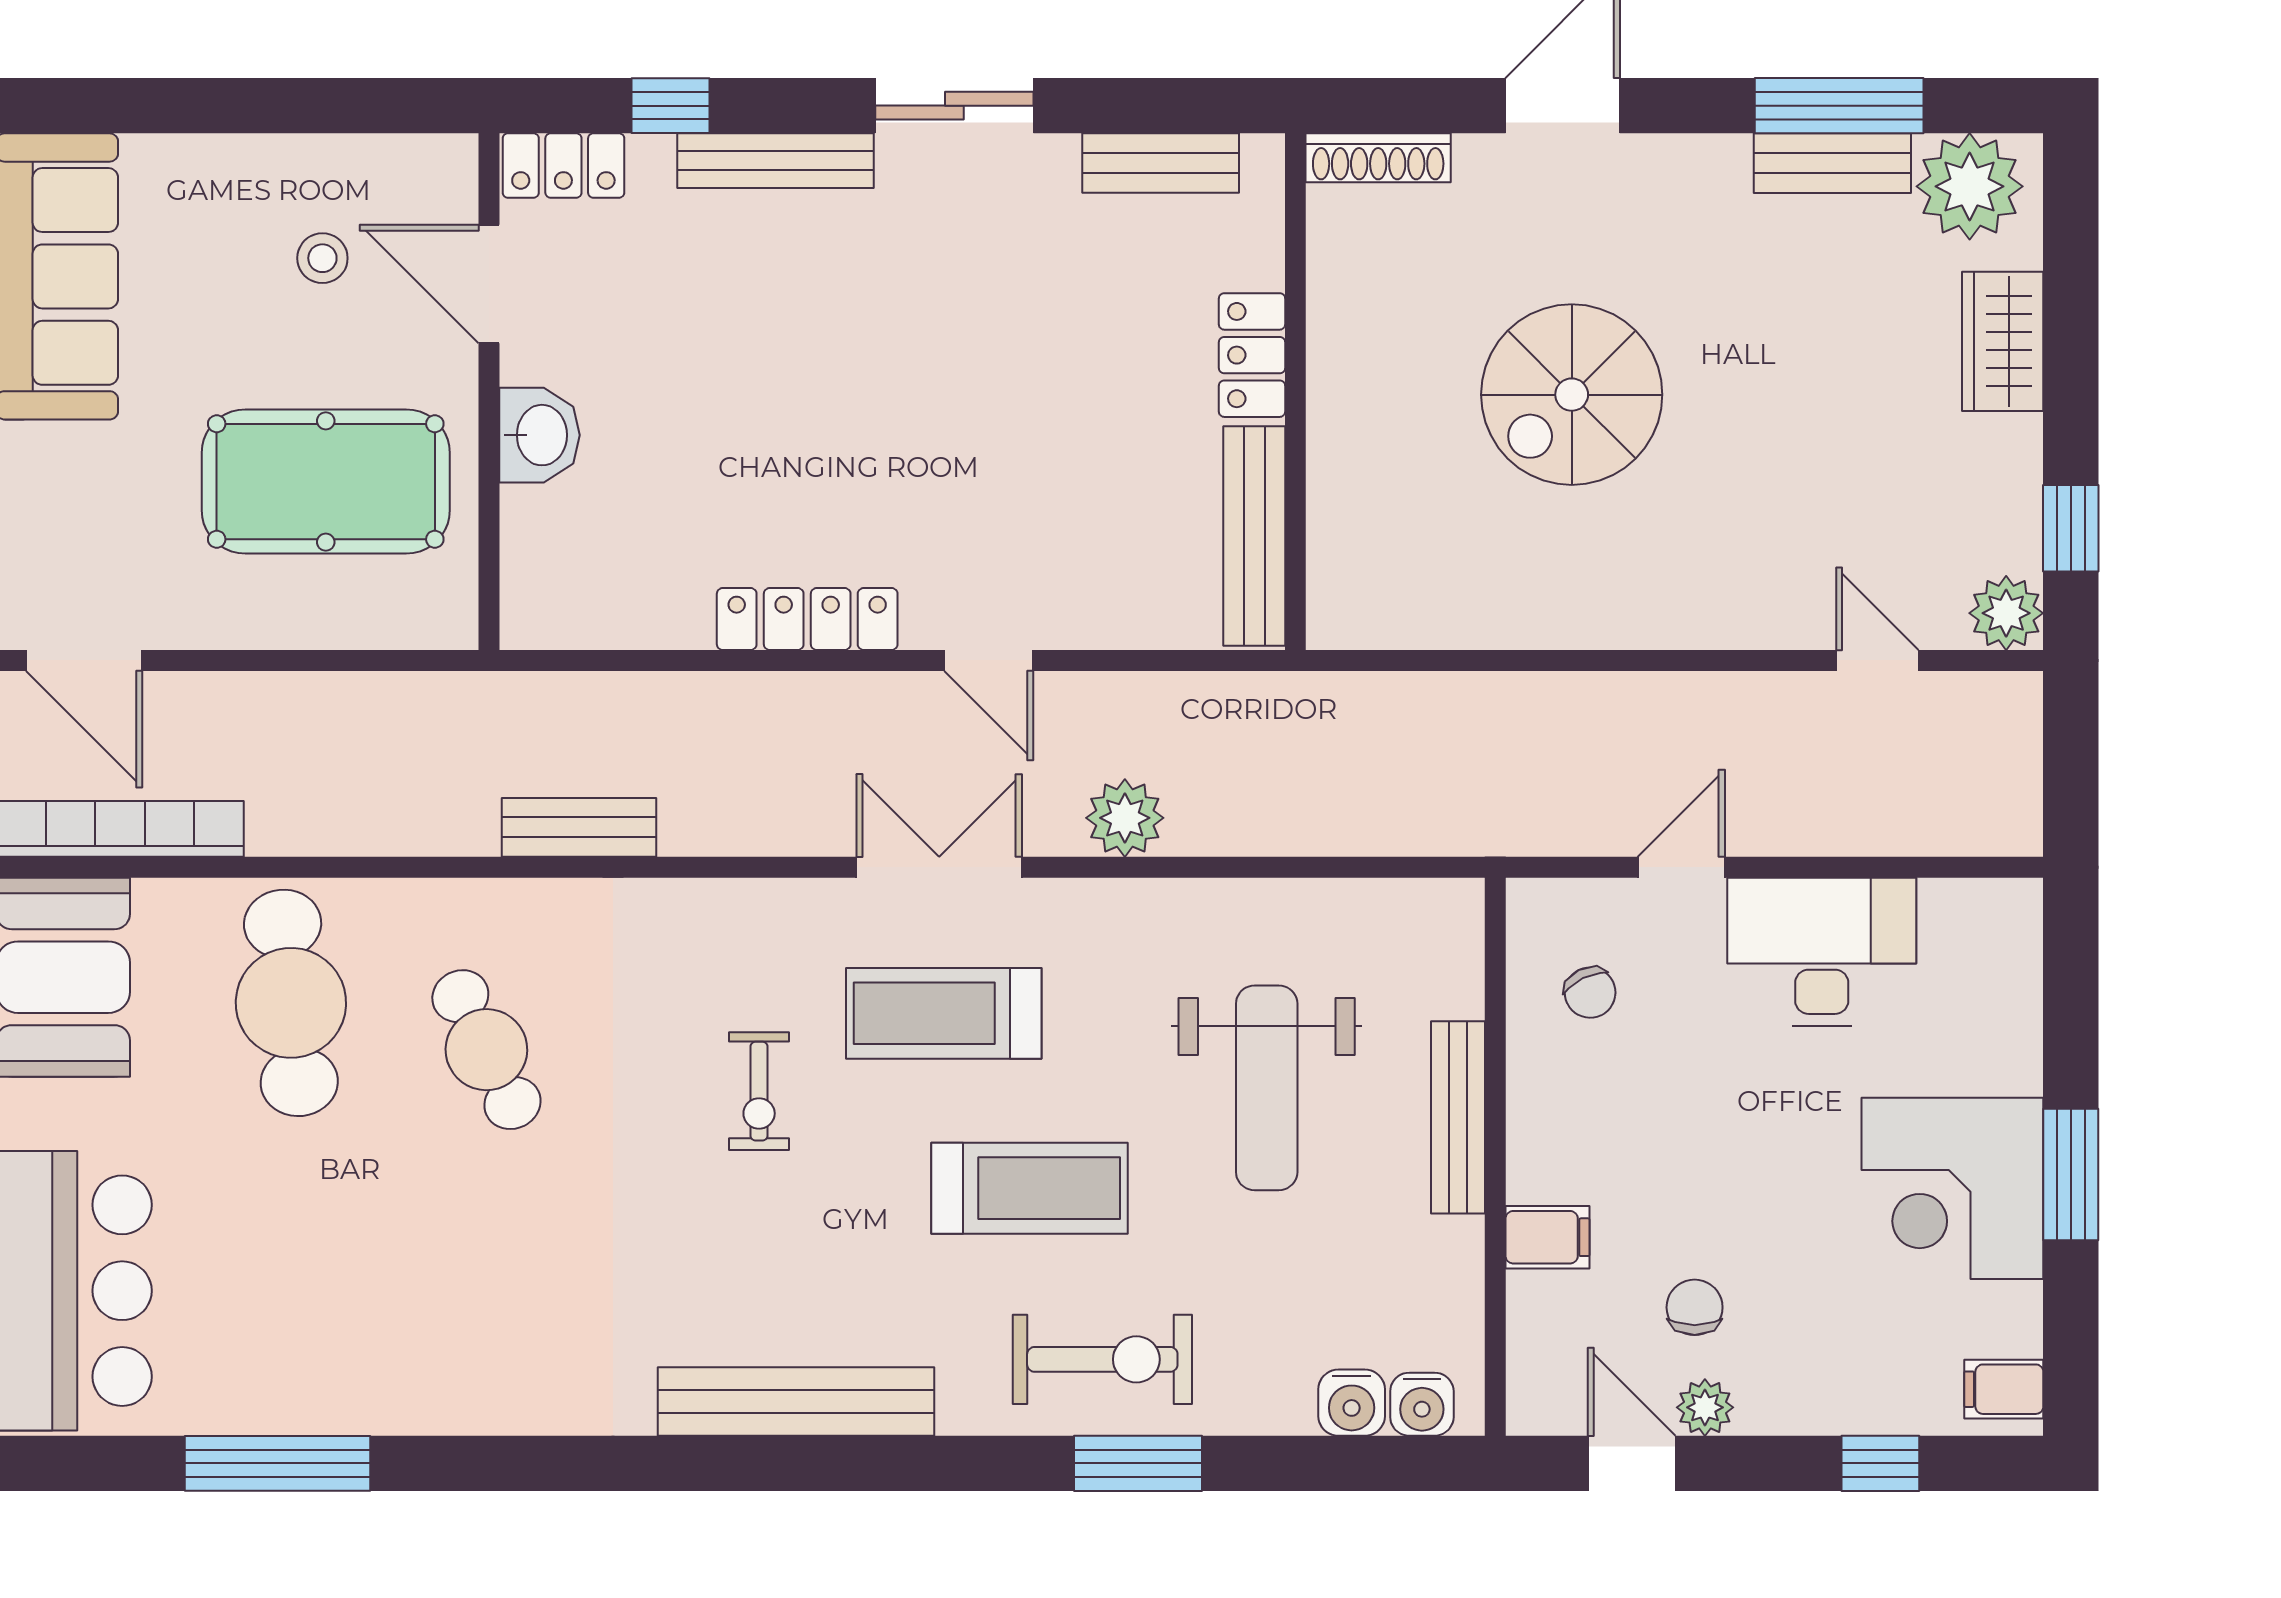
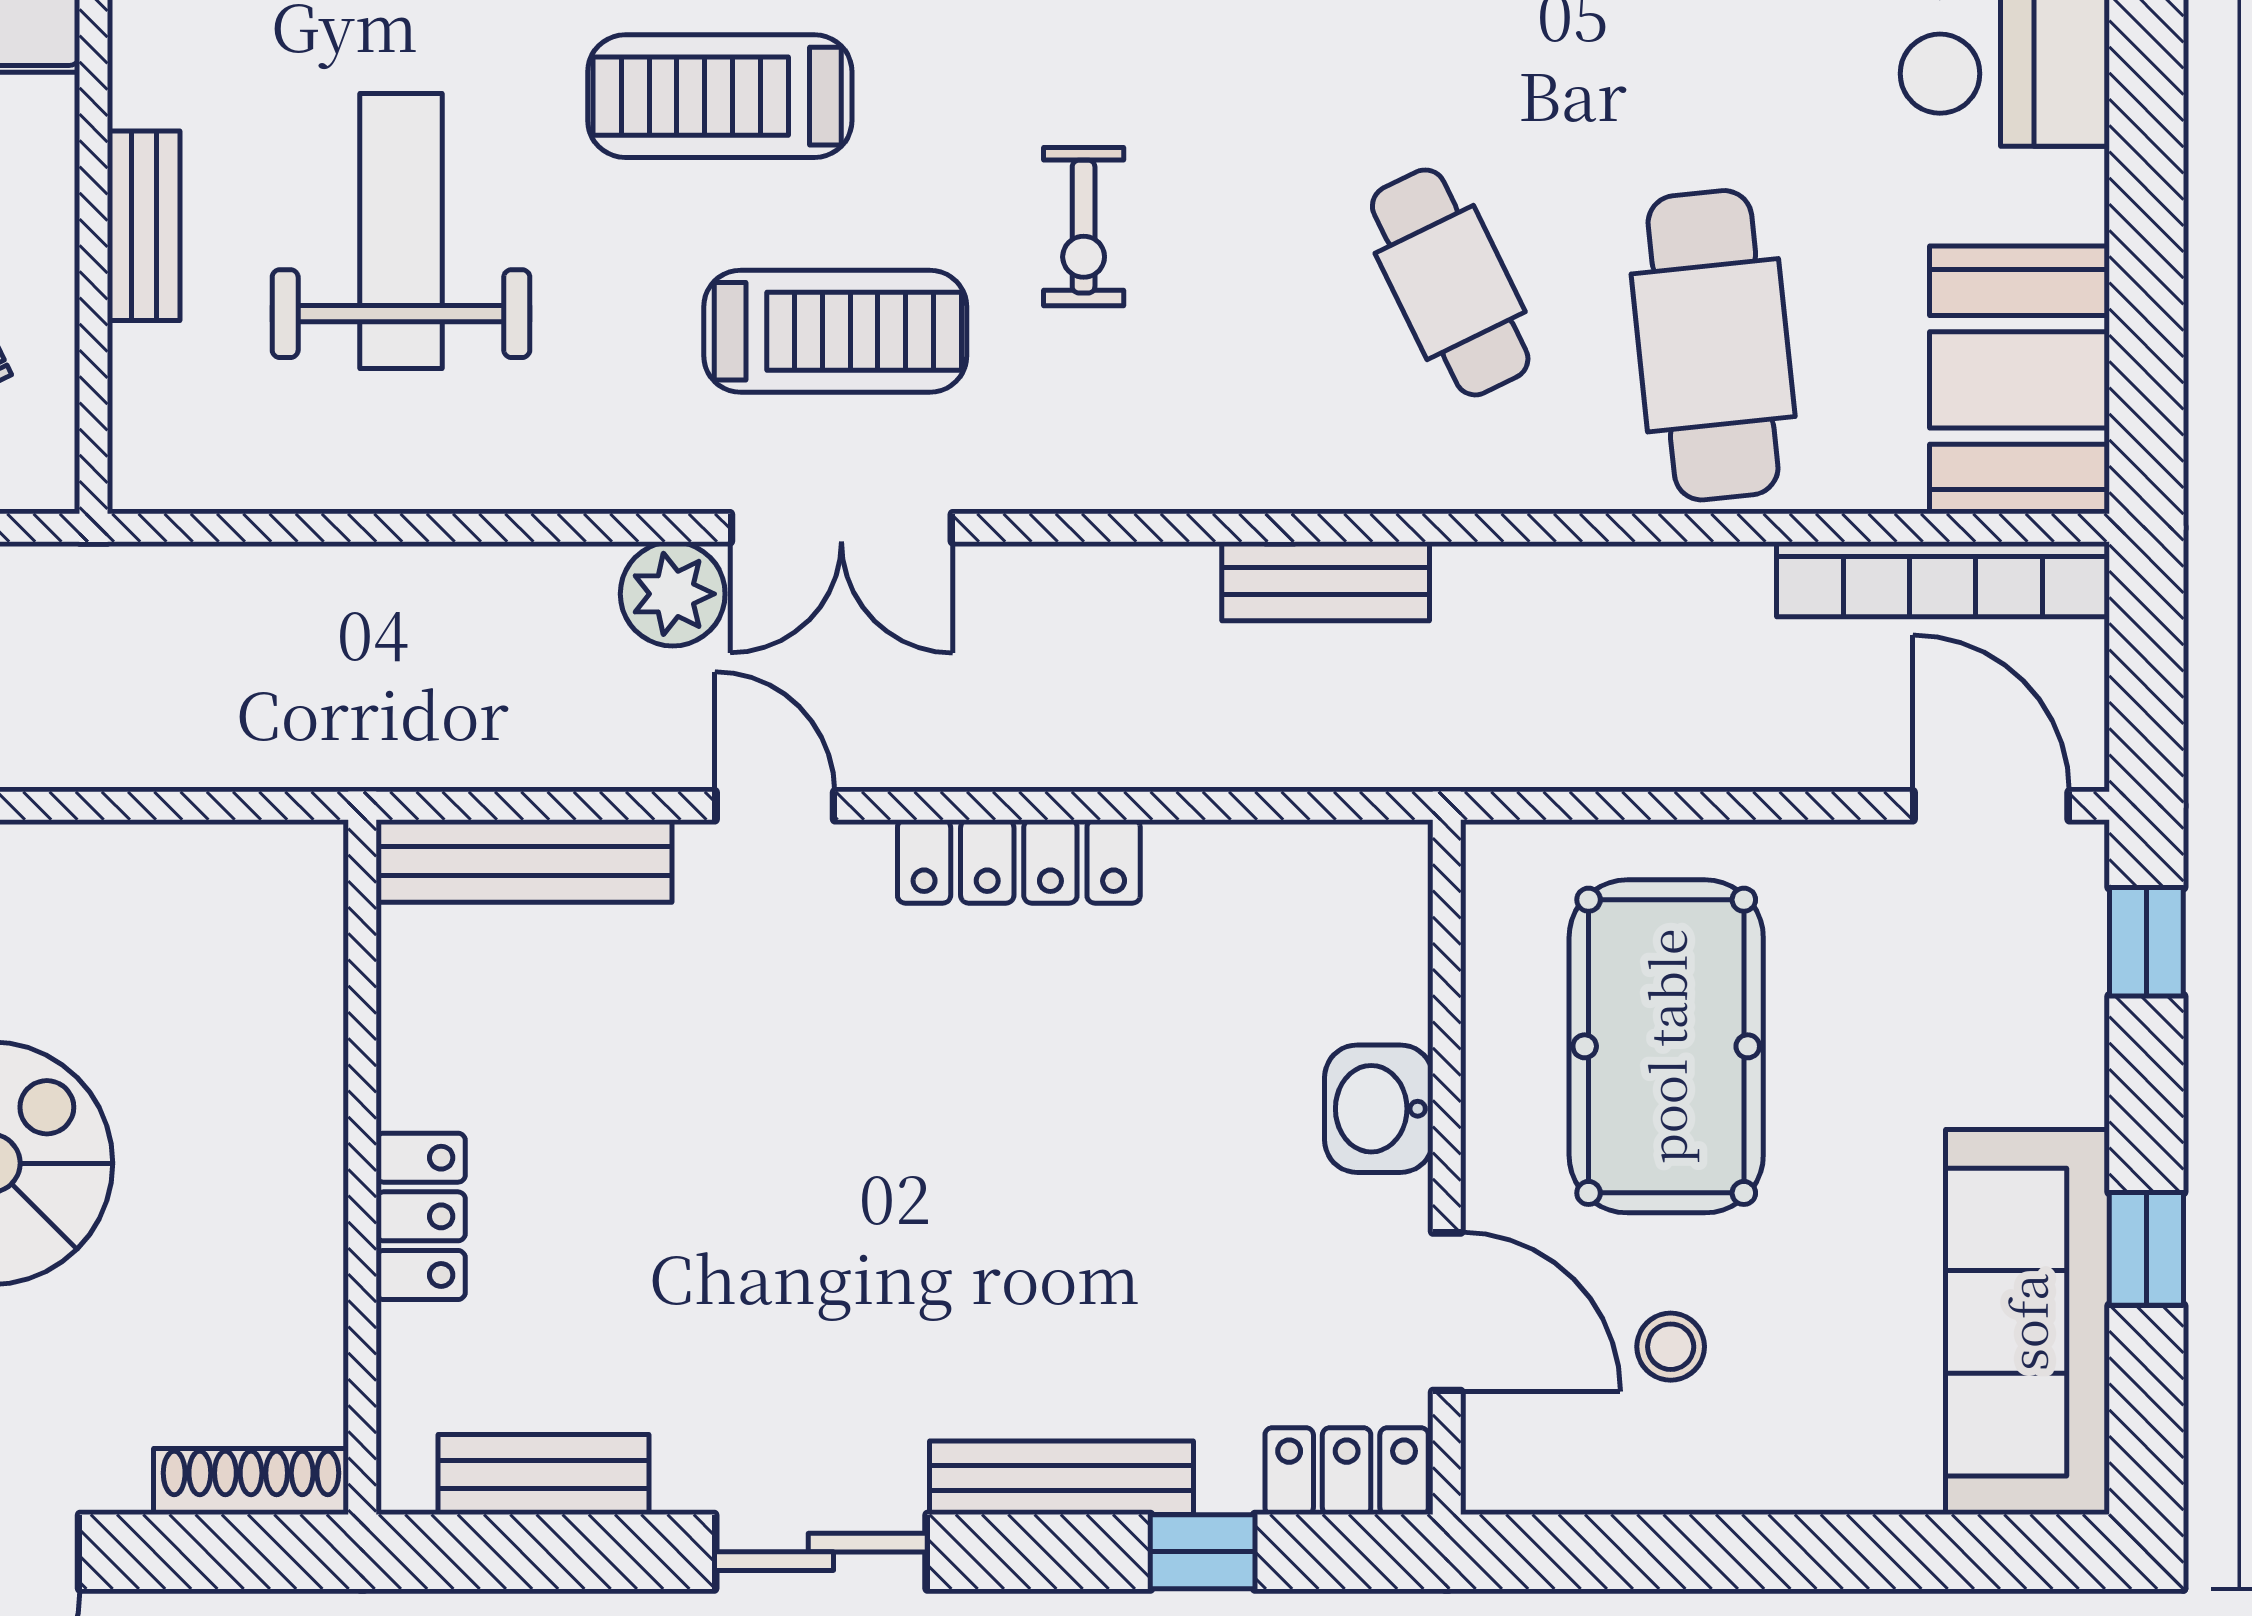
pool table: (326, 482) -> (1666, 1046), turned 90
bench: (1254, 536) -> (524, 861), moved, turned 90
plant: (1125, 818) -> (673, 594), moved
exercise bike: (759, 1091) -> (1084, 227), turned 180
bench: (1458, 1117) -> (144, 226), width x0.73

